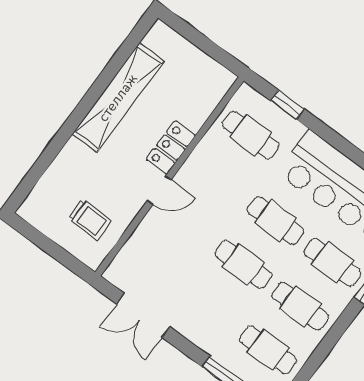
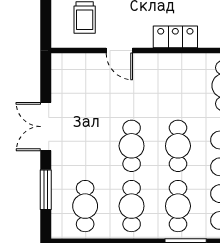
door: (159, 190) -> (119, 51), moved
double door: (143, 315) -> (46, 127), moved

